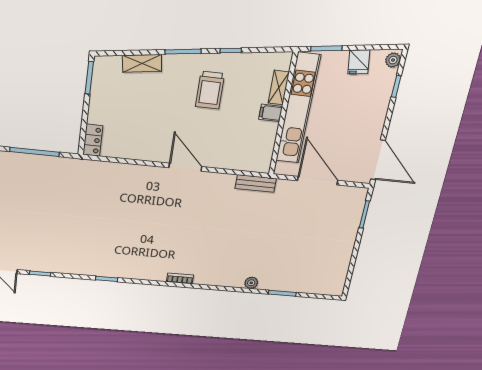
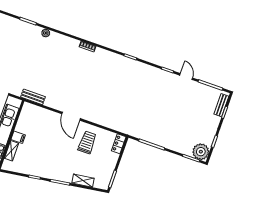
trolley: (210, 90) -> (87, 142), moved

